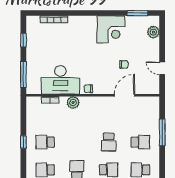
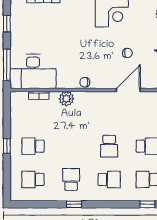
desk: (60, 80) -> (33, 71), moved

